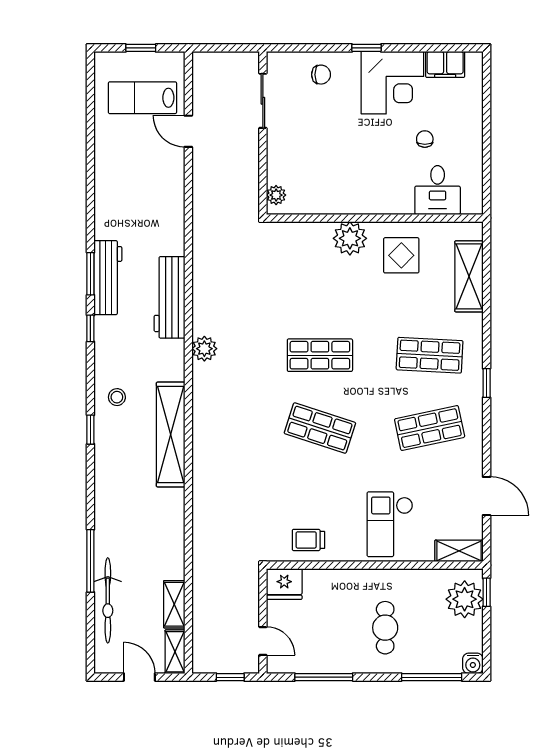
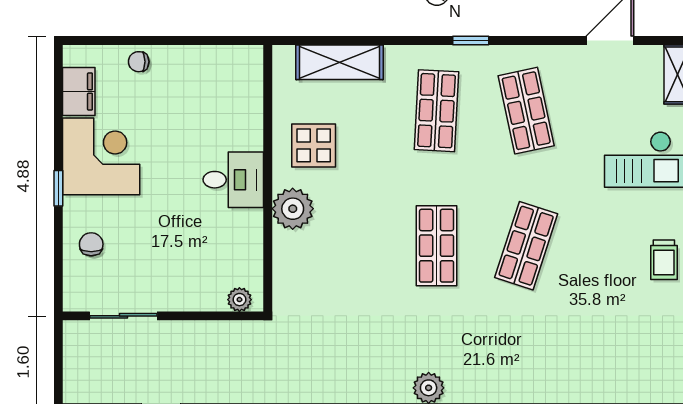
chair: (425, 139) -> (139, 62), moved
desk: (438, 190) -> (233, 180), moved

